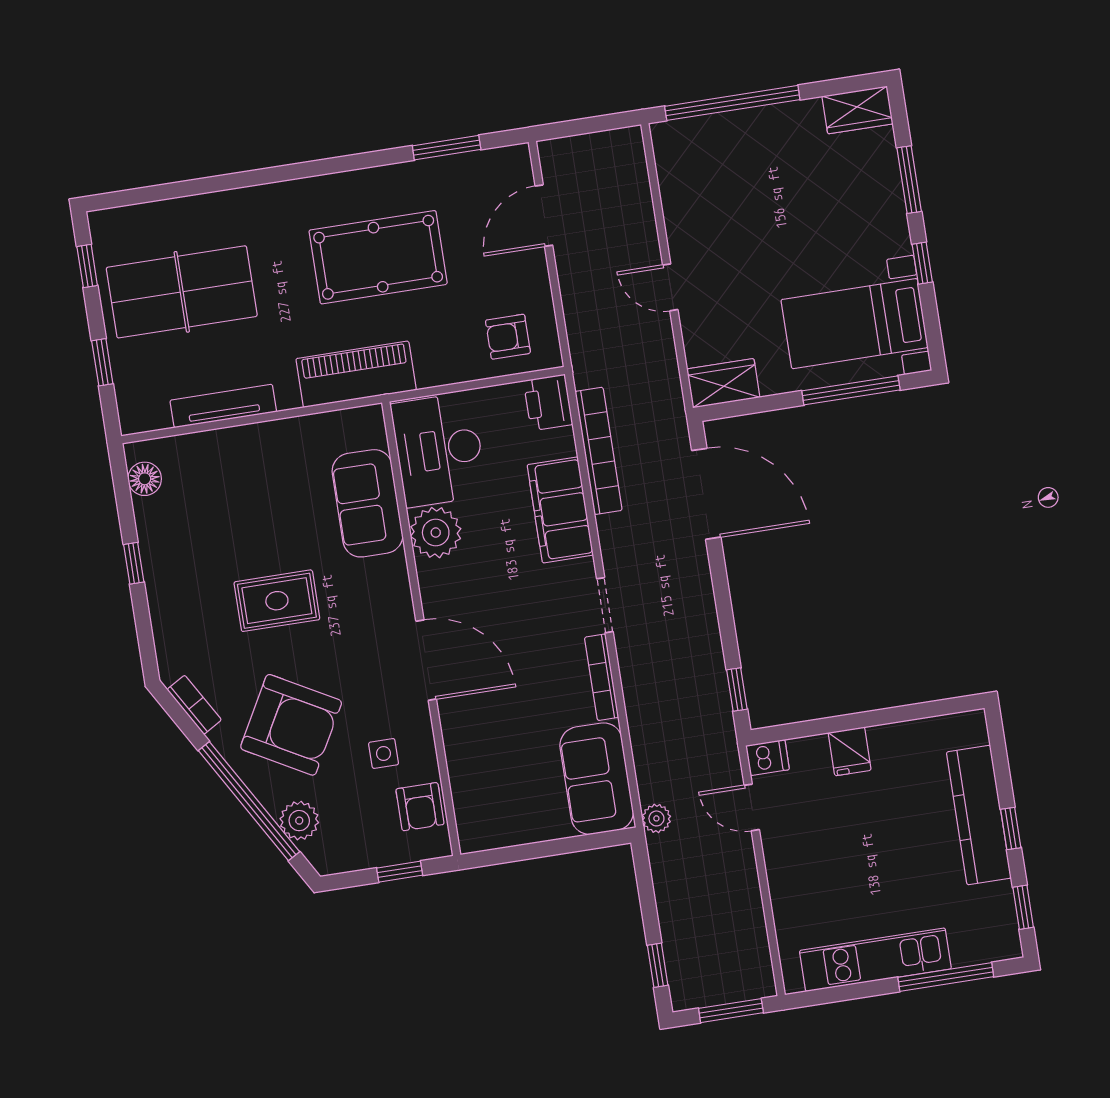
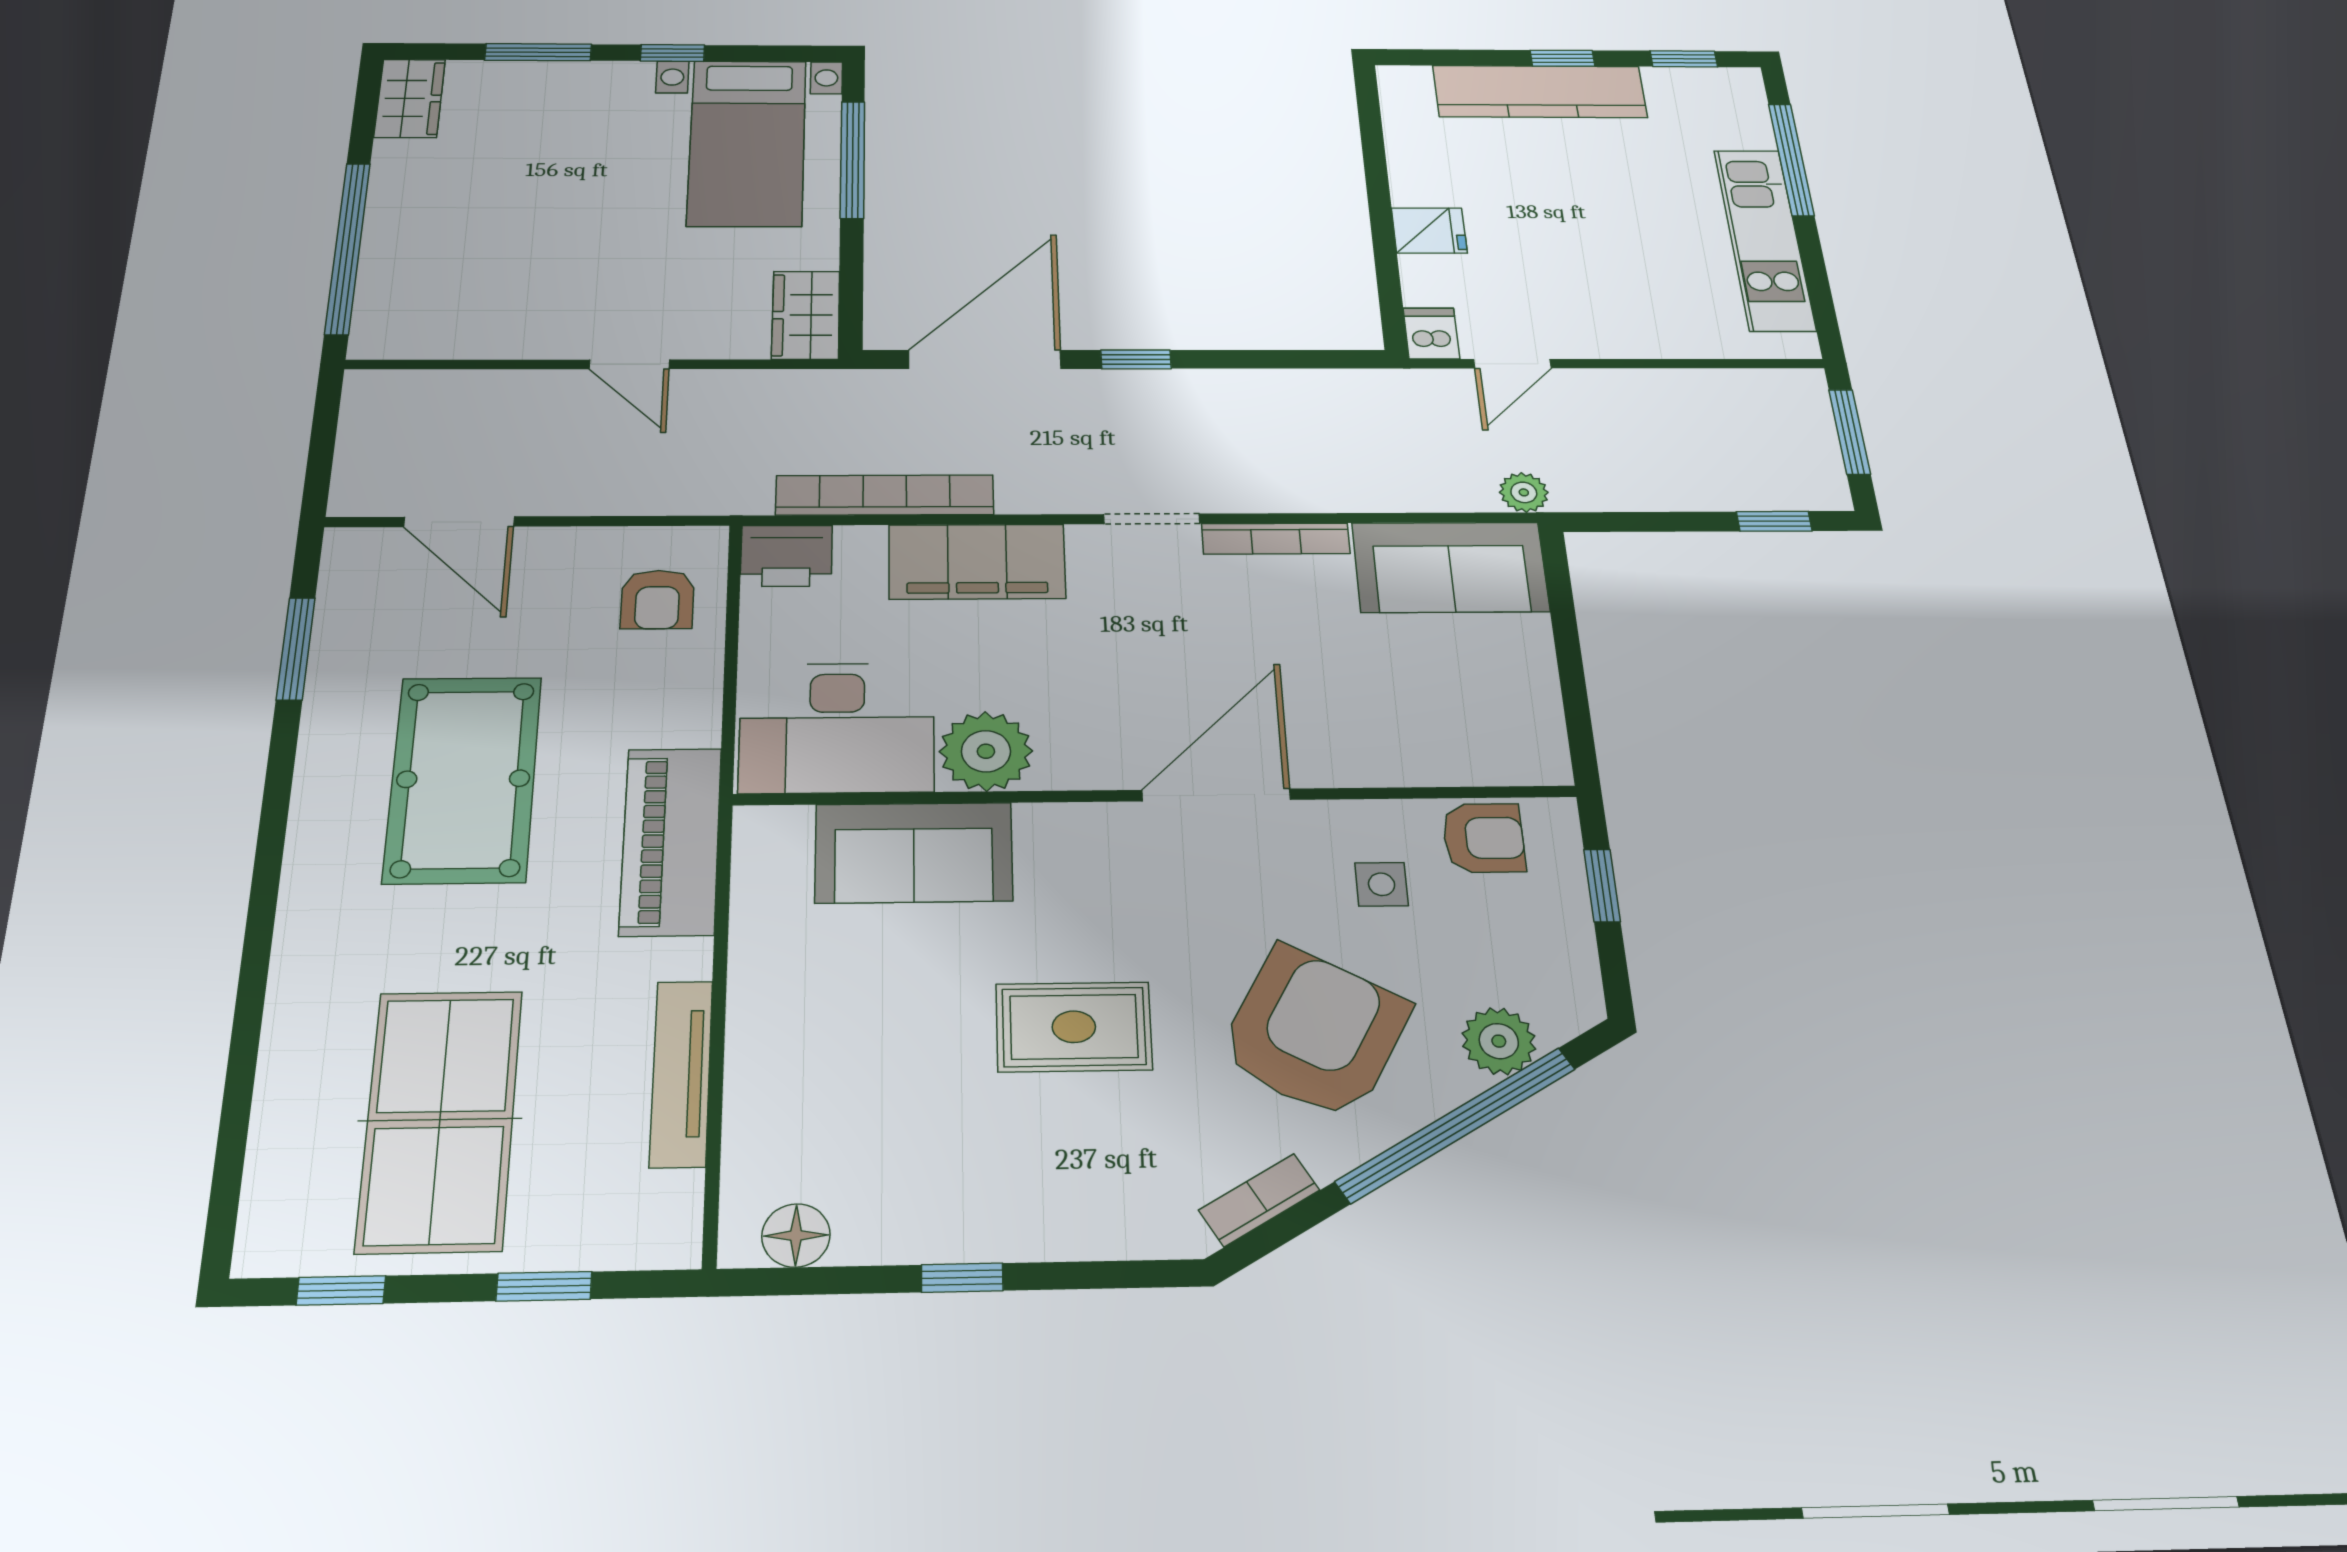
door: (670, 287) -> (629, 364), hinge flipped
rug: (277, 601) -> (1074, 1027), turned 90
window: (737, 689) -> (1136, 359), moved

